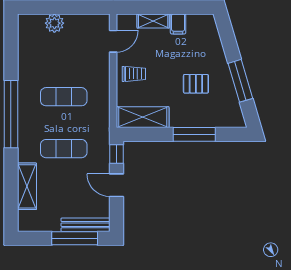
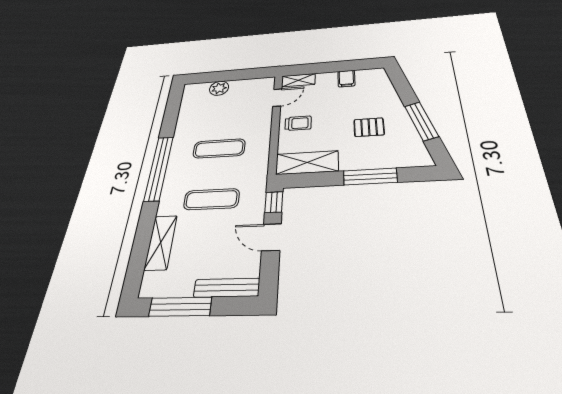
shelving: (153, 21) -> (298, 80), moved
window: (75, 238) -> (180, 307), moved

